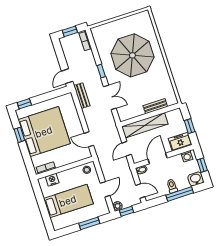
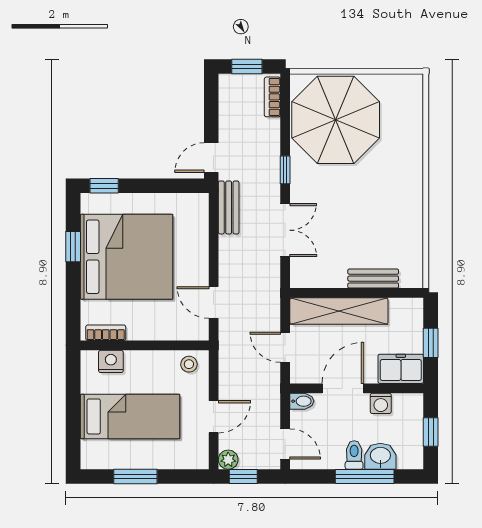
parasol: (132, 55) -> (336, 120), moved
door: (127, 149) -> (285, 347), hinge flipped
washing machine: (187, 156) -> (381, 403), moved
washbasin: (196, 179) -> (380, 456), moved
window: (89, 223) -> (135, 476), moved

